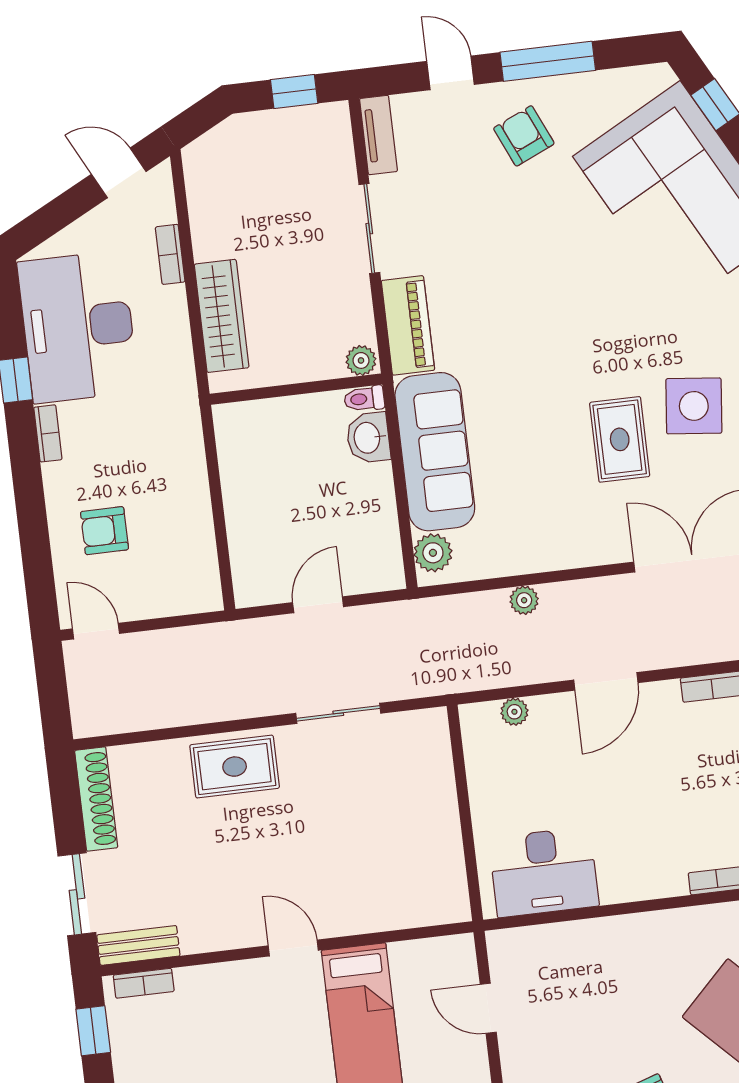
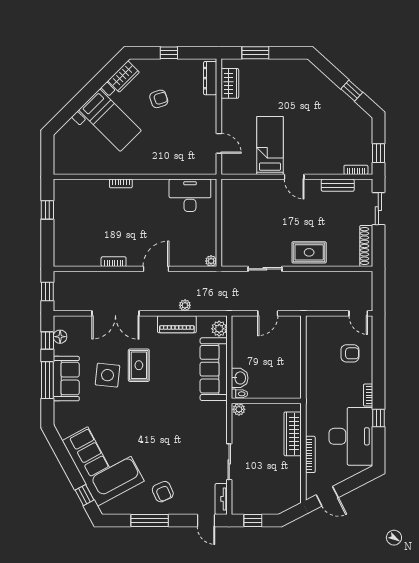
door: (450, 73) -> (206, 520), moved
bookcase: (170, 254) -> (310, 454), width x1.56
piano: (408, 325) -> (177, 324), moved, turned -90
plant: (514, 712) -> (211, 261), moved
bench: (138, 945) -> (338, 185), moved

